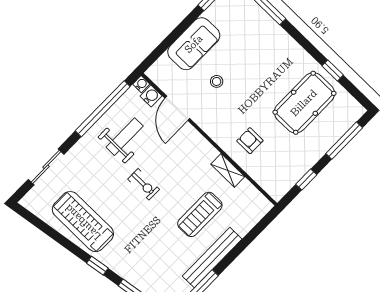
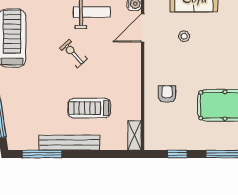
shelving: (228, 170) -> (134, 135), moved
exercise bike: (144, 184) -> (73, 54), turned 137

